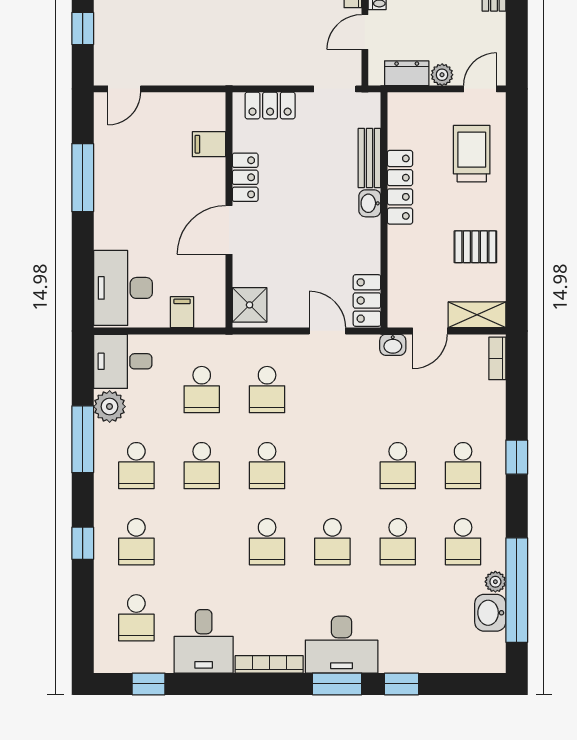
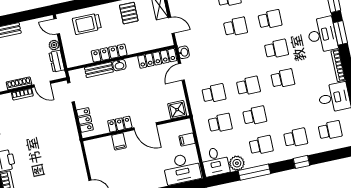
filing cabinet: (209, 144) -> (119, 141), moved
locker: (367, 300) -> (157, 58), width x1.53
washbasin: (393, 345) -> (184, 52), moved

